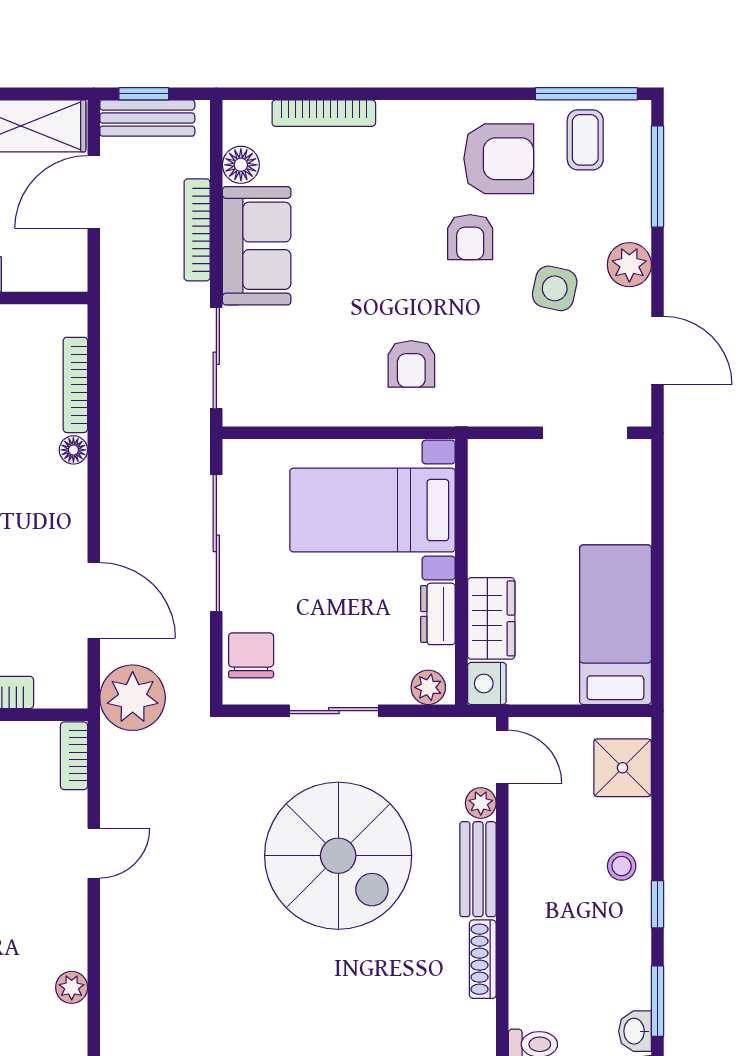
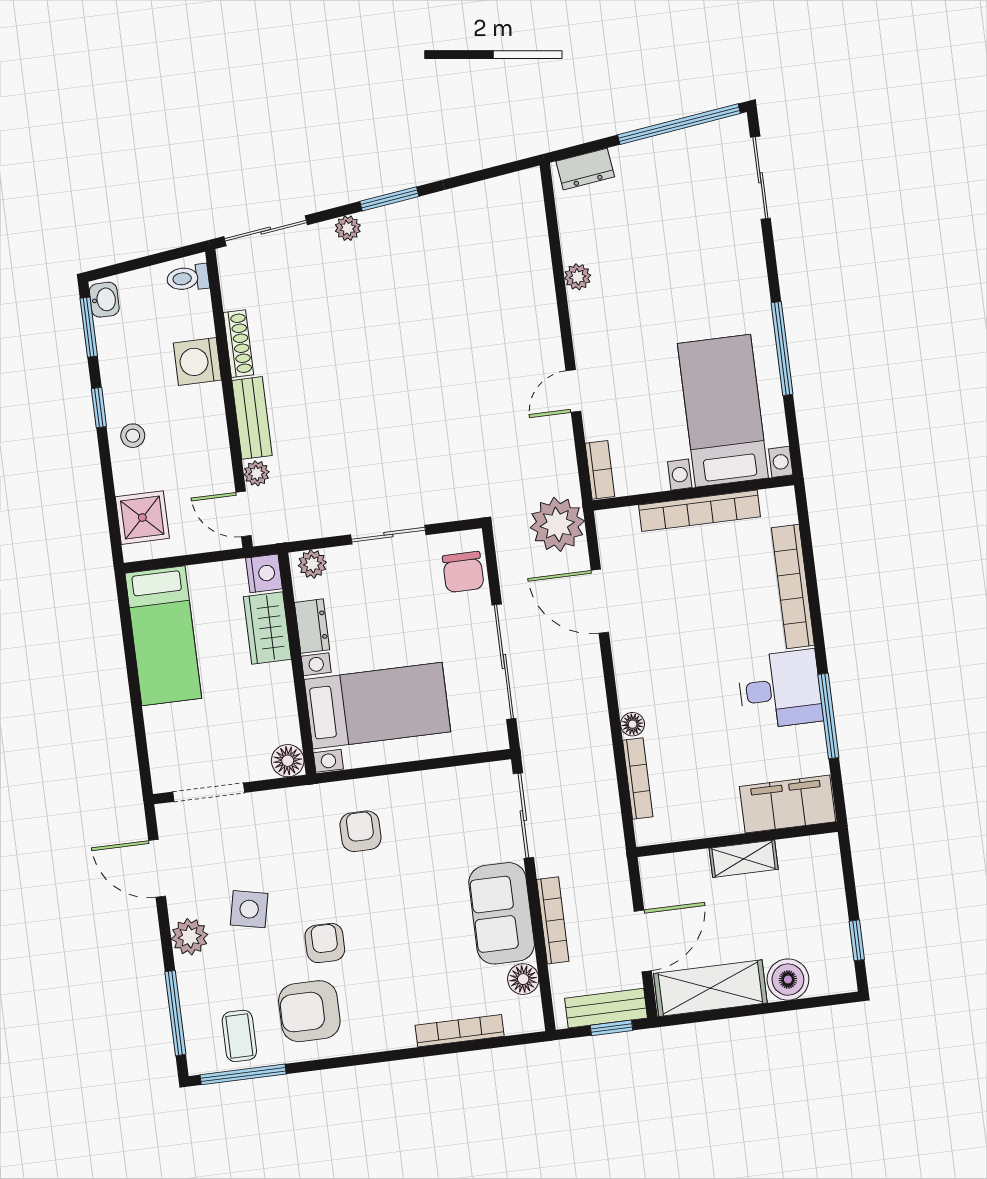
floor lamp: (487, 458) -> (288, 761), added
spiral stairs: (338, 856) -> (370, 414), removed
washing machine: (534, 944) -> (197, 361), added

